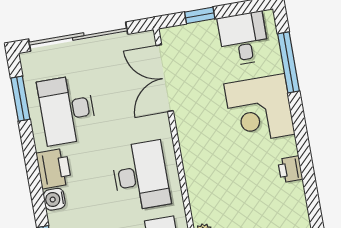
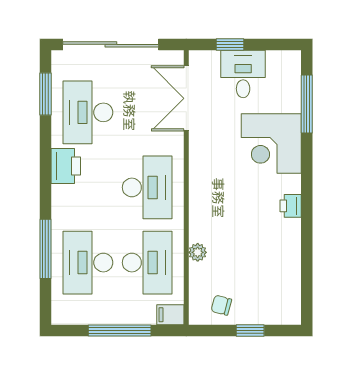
desk: (243, 39) -> (243, 74), moved
water cooler: (54, 199) -> (61, 195), removed

